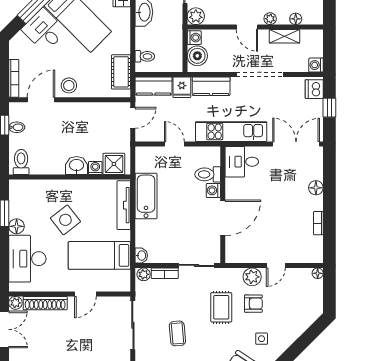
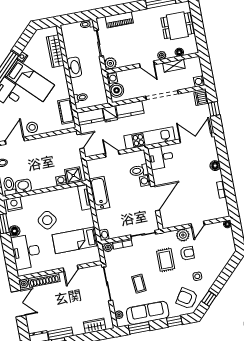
washbasin: (77, 166) -> (23, 186), moved
nightstand: (23, 188) -> (14, 204), added
tv unit: (124, 205) -> (85, 198), width x0.71

